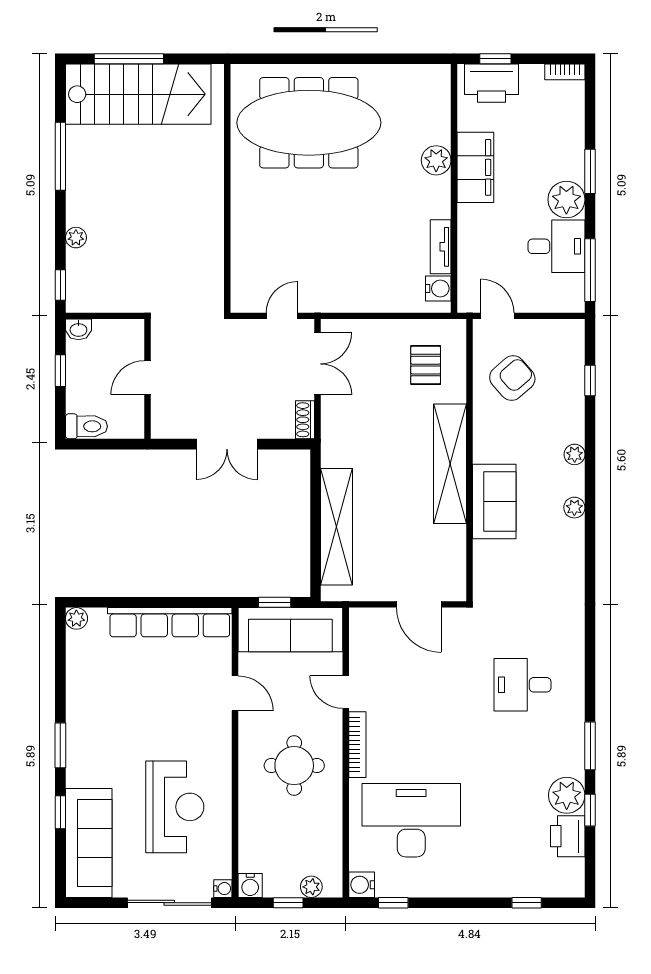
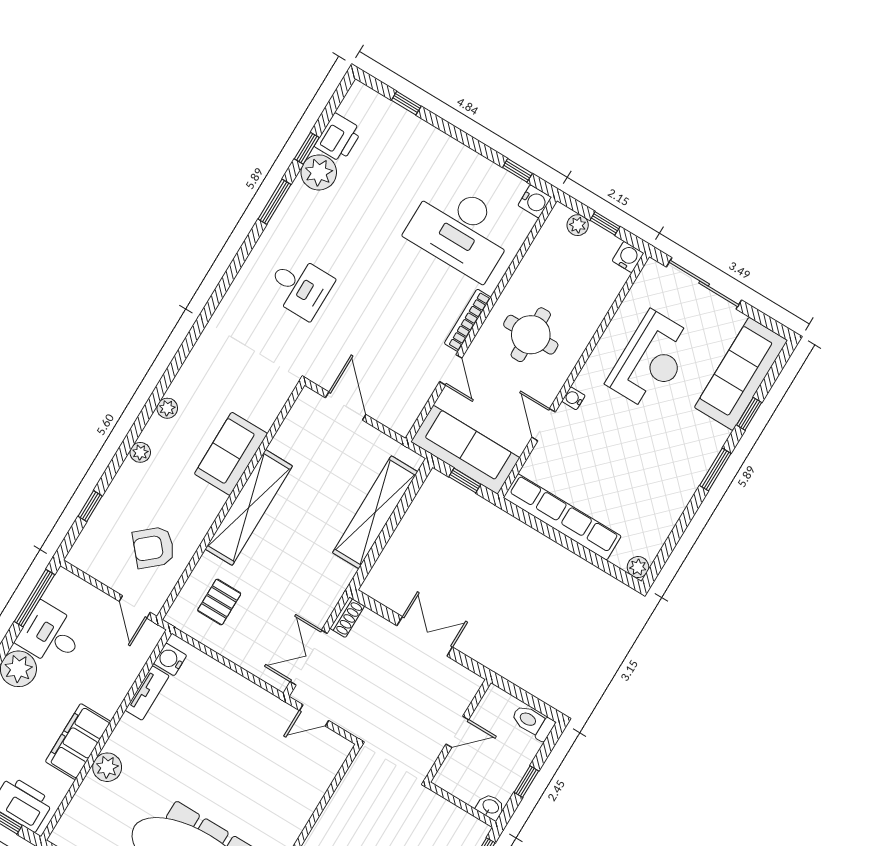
reception desk: (175, 807) -> (651, 360), turned 180
water cooler: (223, 889) -> (573, 398), moved

